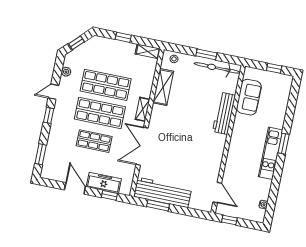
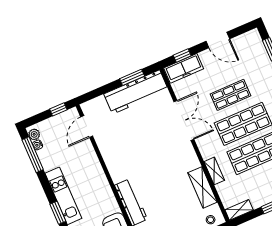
shelving: (143, 109) -> (214, 171), moved
freezer: (104, 183) -> (184, 68), moved
door: (217, 193) -> (87, 126), hinge flipped
window: (272, 200) -> (33, 155), added
plant: (260, 214) -> (34, 134), added

